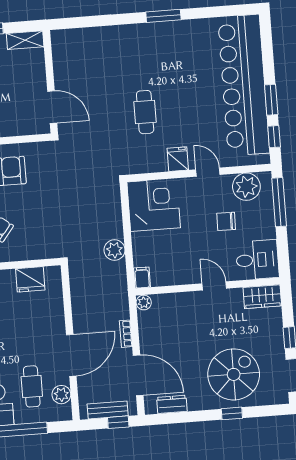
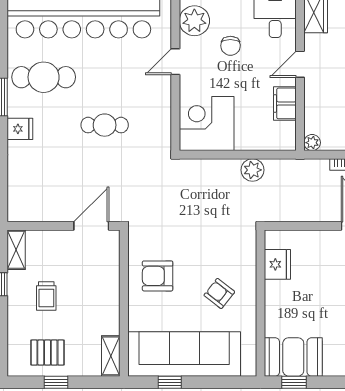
cafe table: (184, 53) -> (44, 77), added
fridge: (178, 159) -> (20, 129), moved, turned 180
filing cabinet: (142, 278) -> (285, 103), moved, width x2.00

